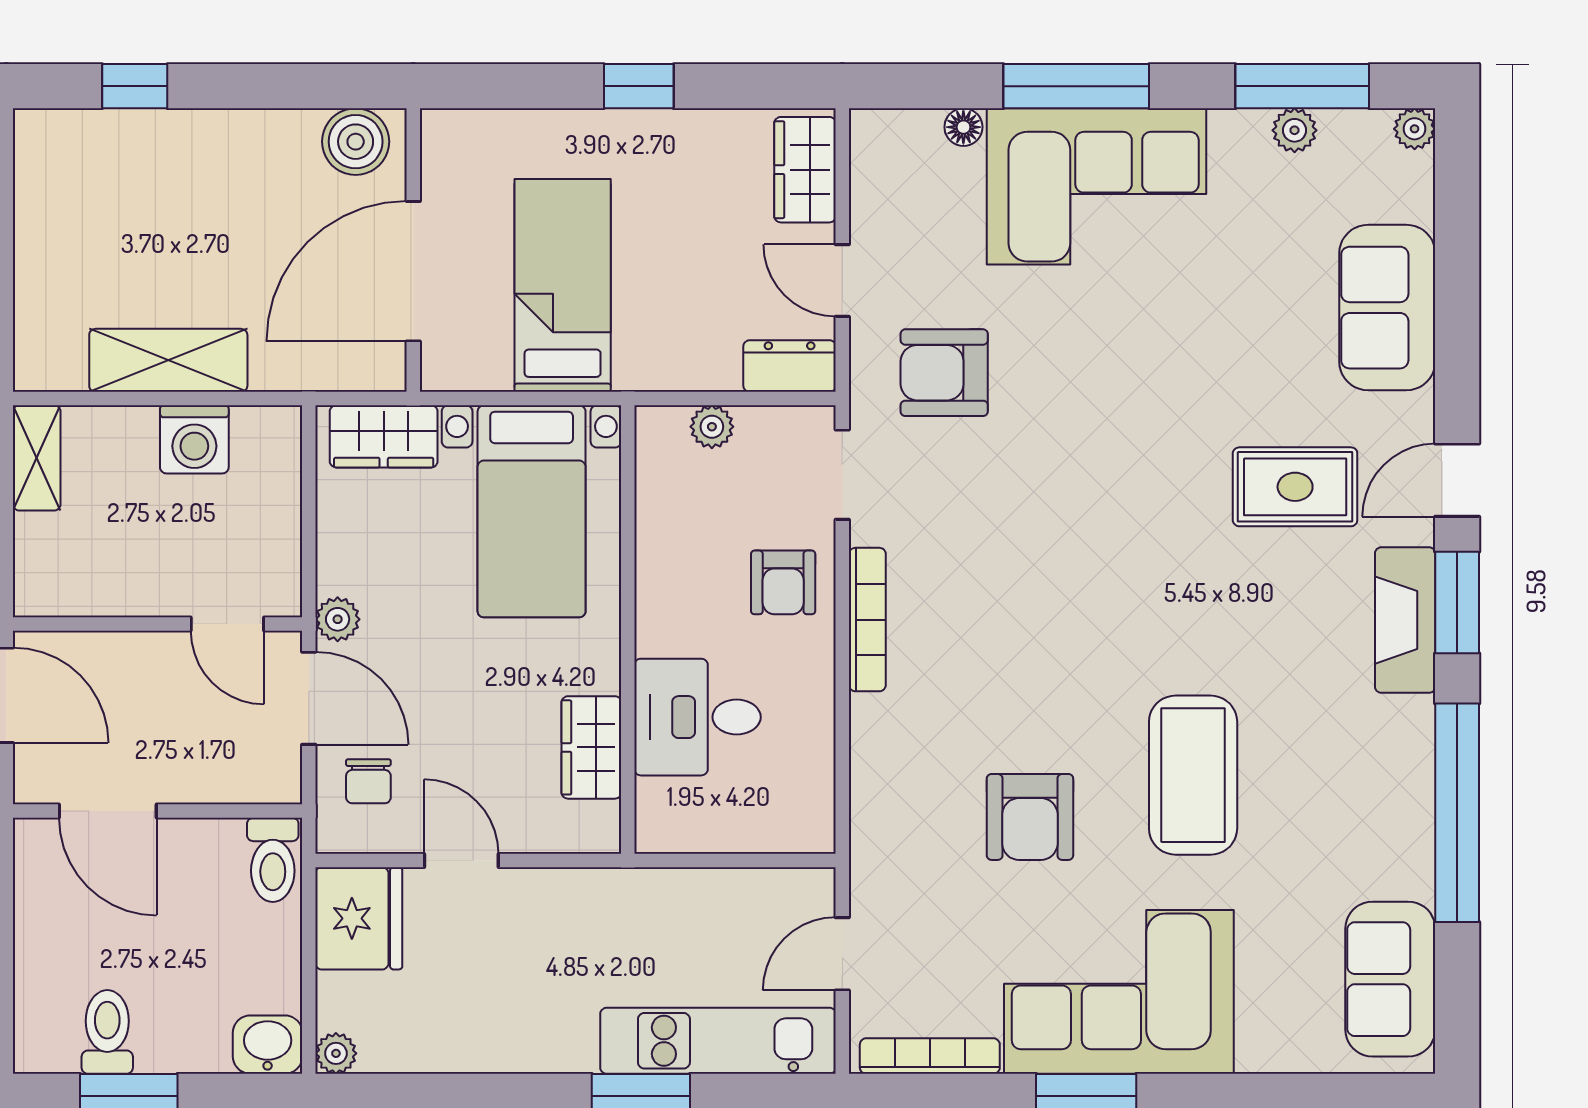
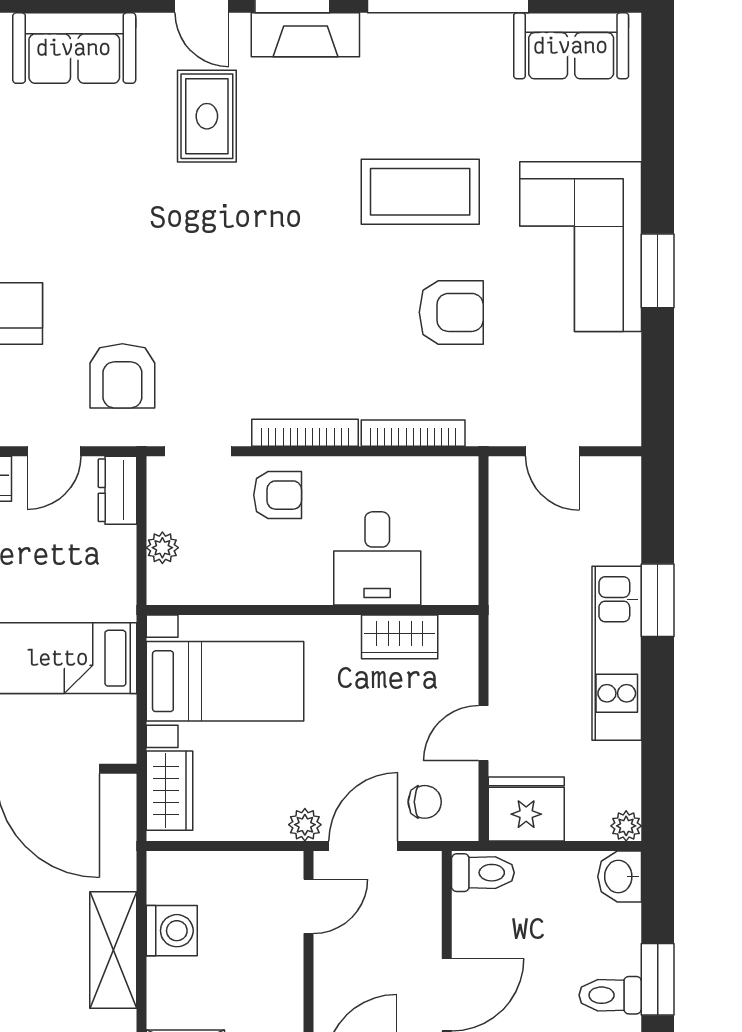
kitchen unit: (718, 1041) -> (617, 653), moved
bookcase: (930, 1056) -> (413, 433), moved, turned 90

